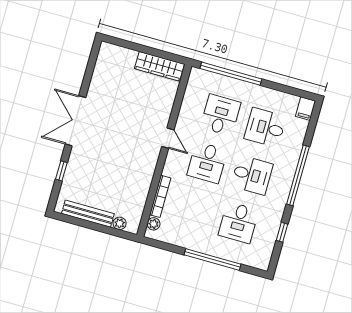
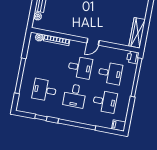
printer: (198, 77) -> (133, 57), added
desk: (265, 128) -> (105, 102), turned 90
desk: (207, 162) -> (80, 67), turned 180

